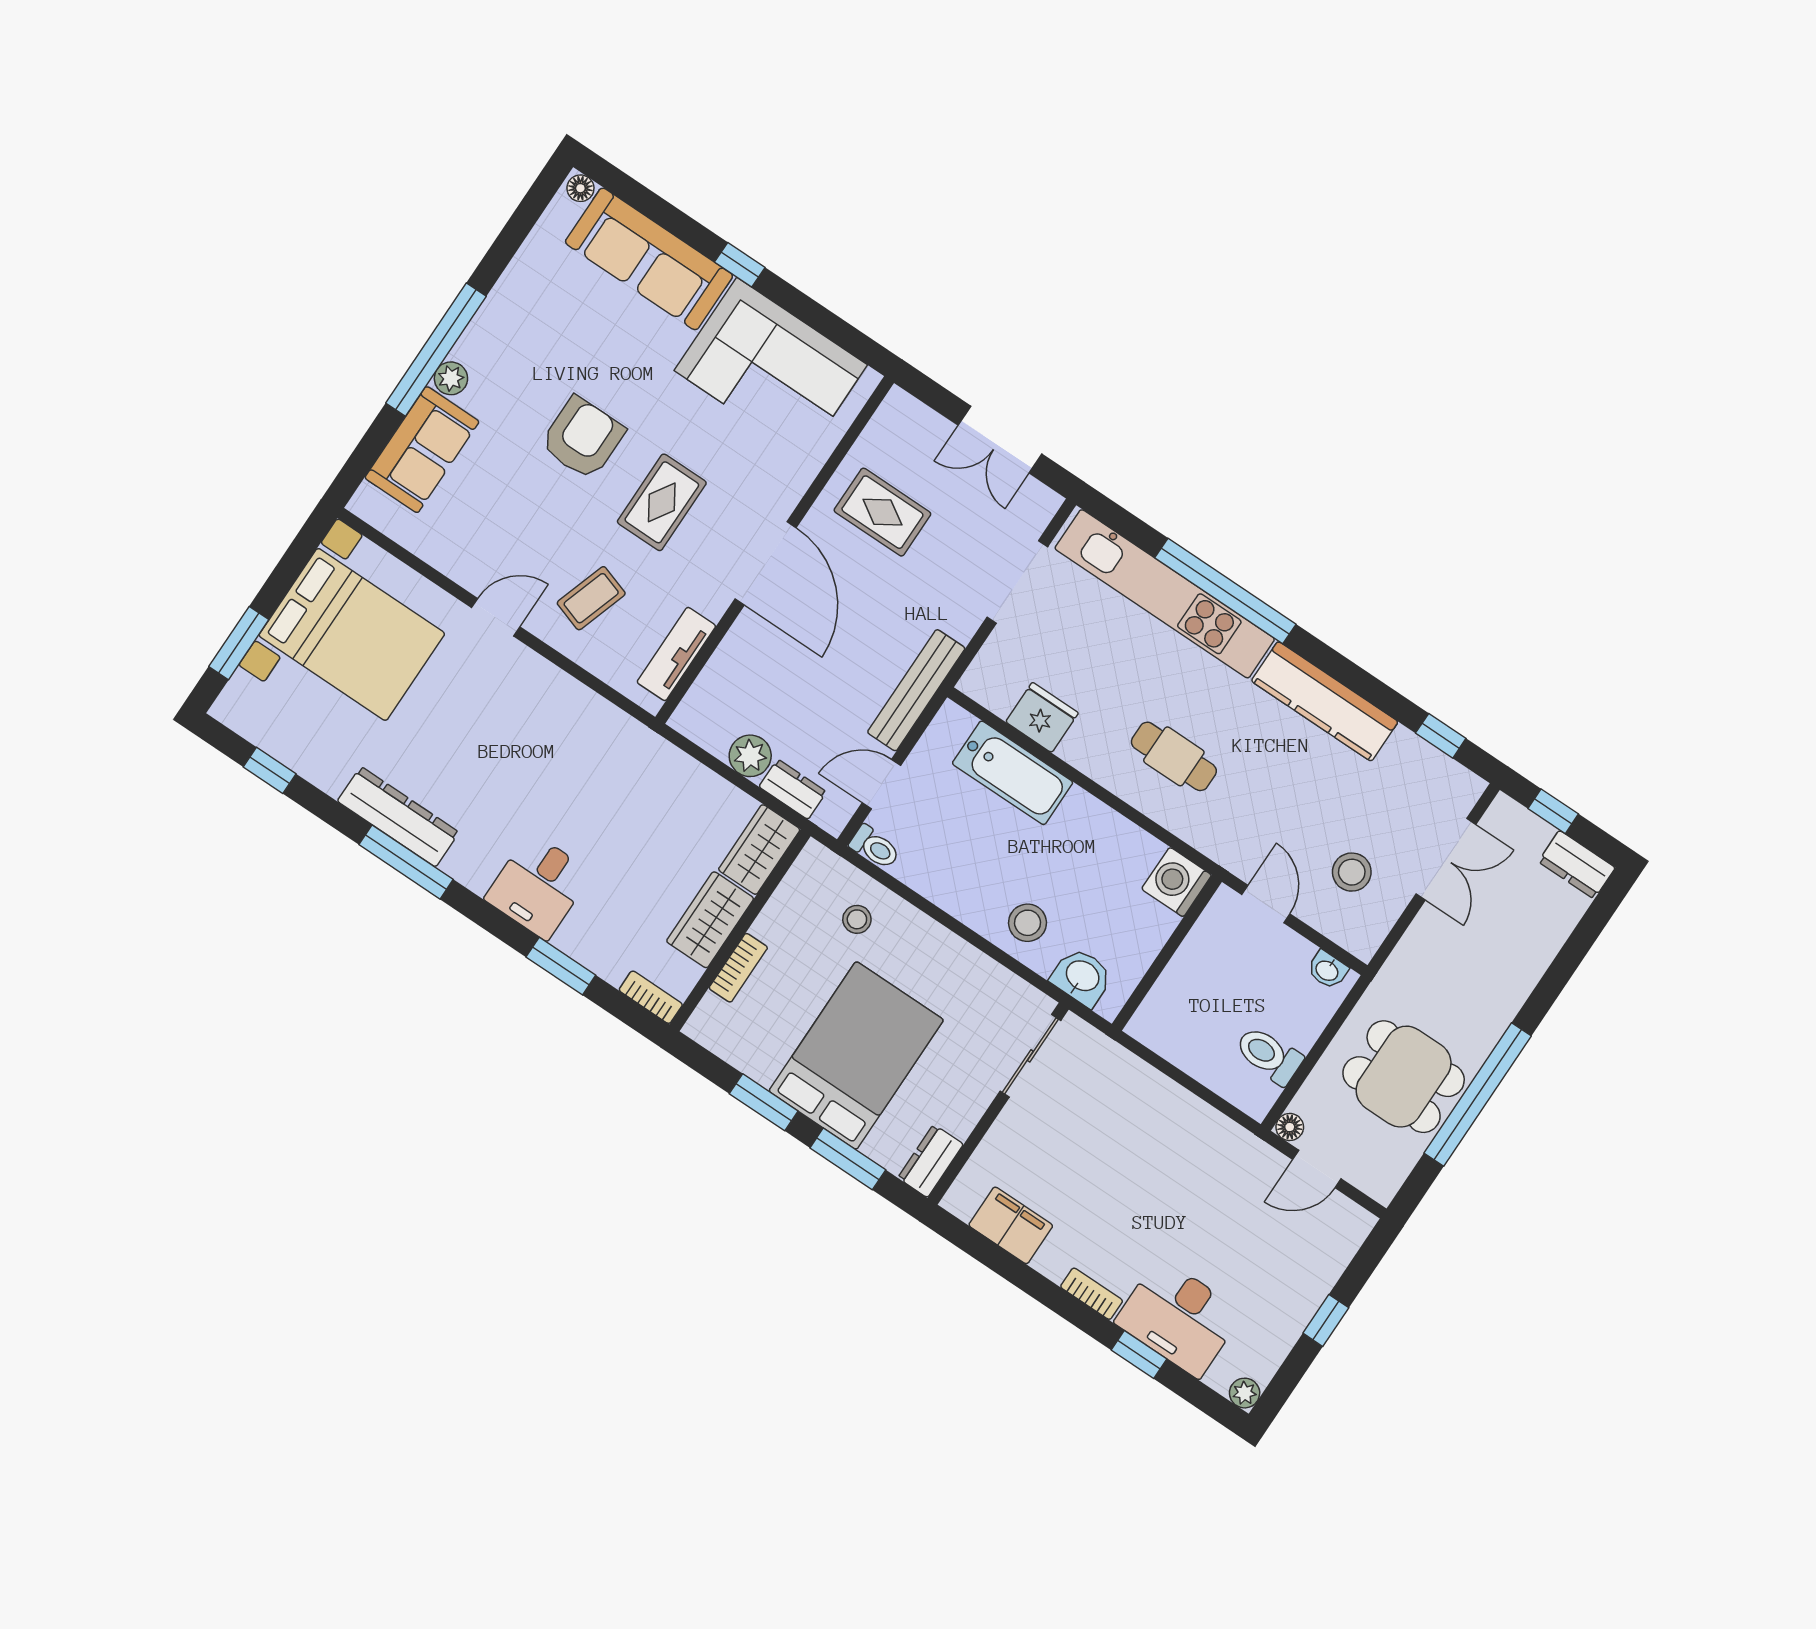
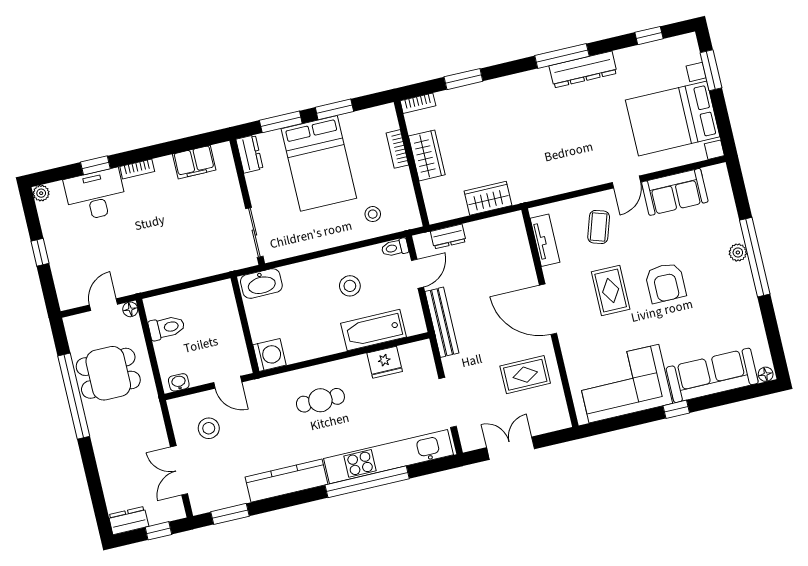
sofa: (422, 450) -> (675, 192), moved, turned -90
window: (1441, 736) -> (230, 514), width x1.50
plant: (750, 756) -> (477, 232), removed
wardrobe: (759, 850) -> (488, 198), moved, turned -90
desk: (538, 886) -> (504, 100), removed
stool: (1028, 923) -> (350, 286), moved
washbasin: (1082, 977) -> (261, 283), width x1.38

